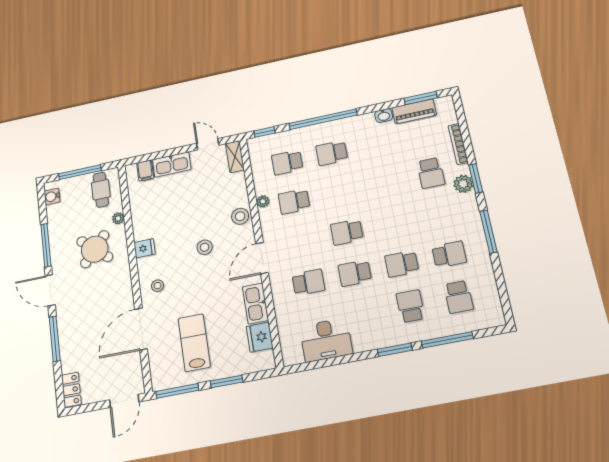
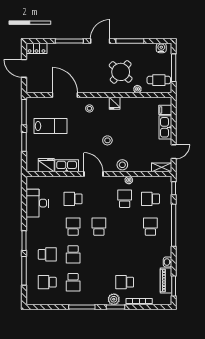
school desk: (287, 162) -> (150, 199), turned -90
school desk: (402, 264) -> (73, 254), turned 180
school desk: (308, 282) -> (73, 199), turned 90
door: (124, 401) -> (24, 68), moved

